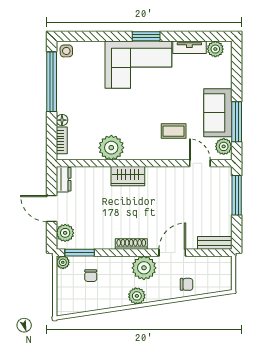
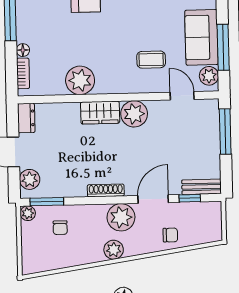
plant: (158, 178) -> (134, 114), added
window: (204, 253) -> (190, 198), added

